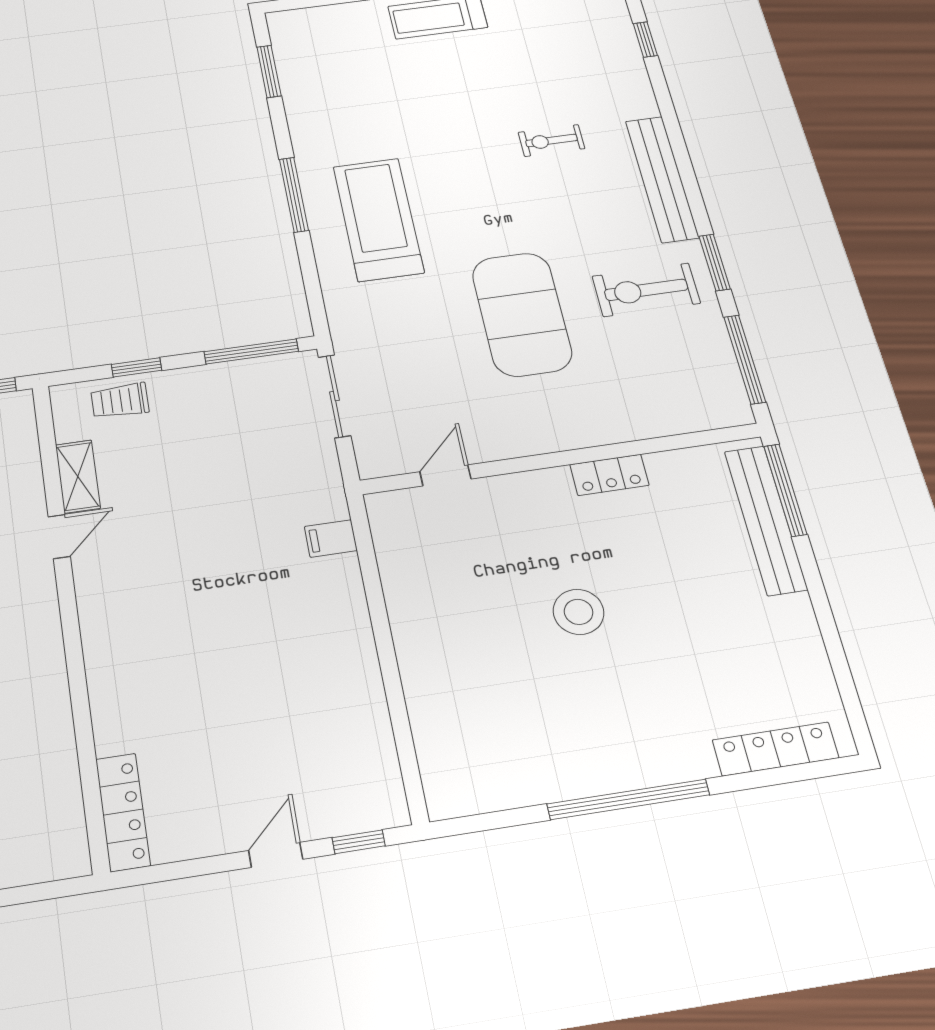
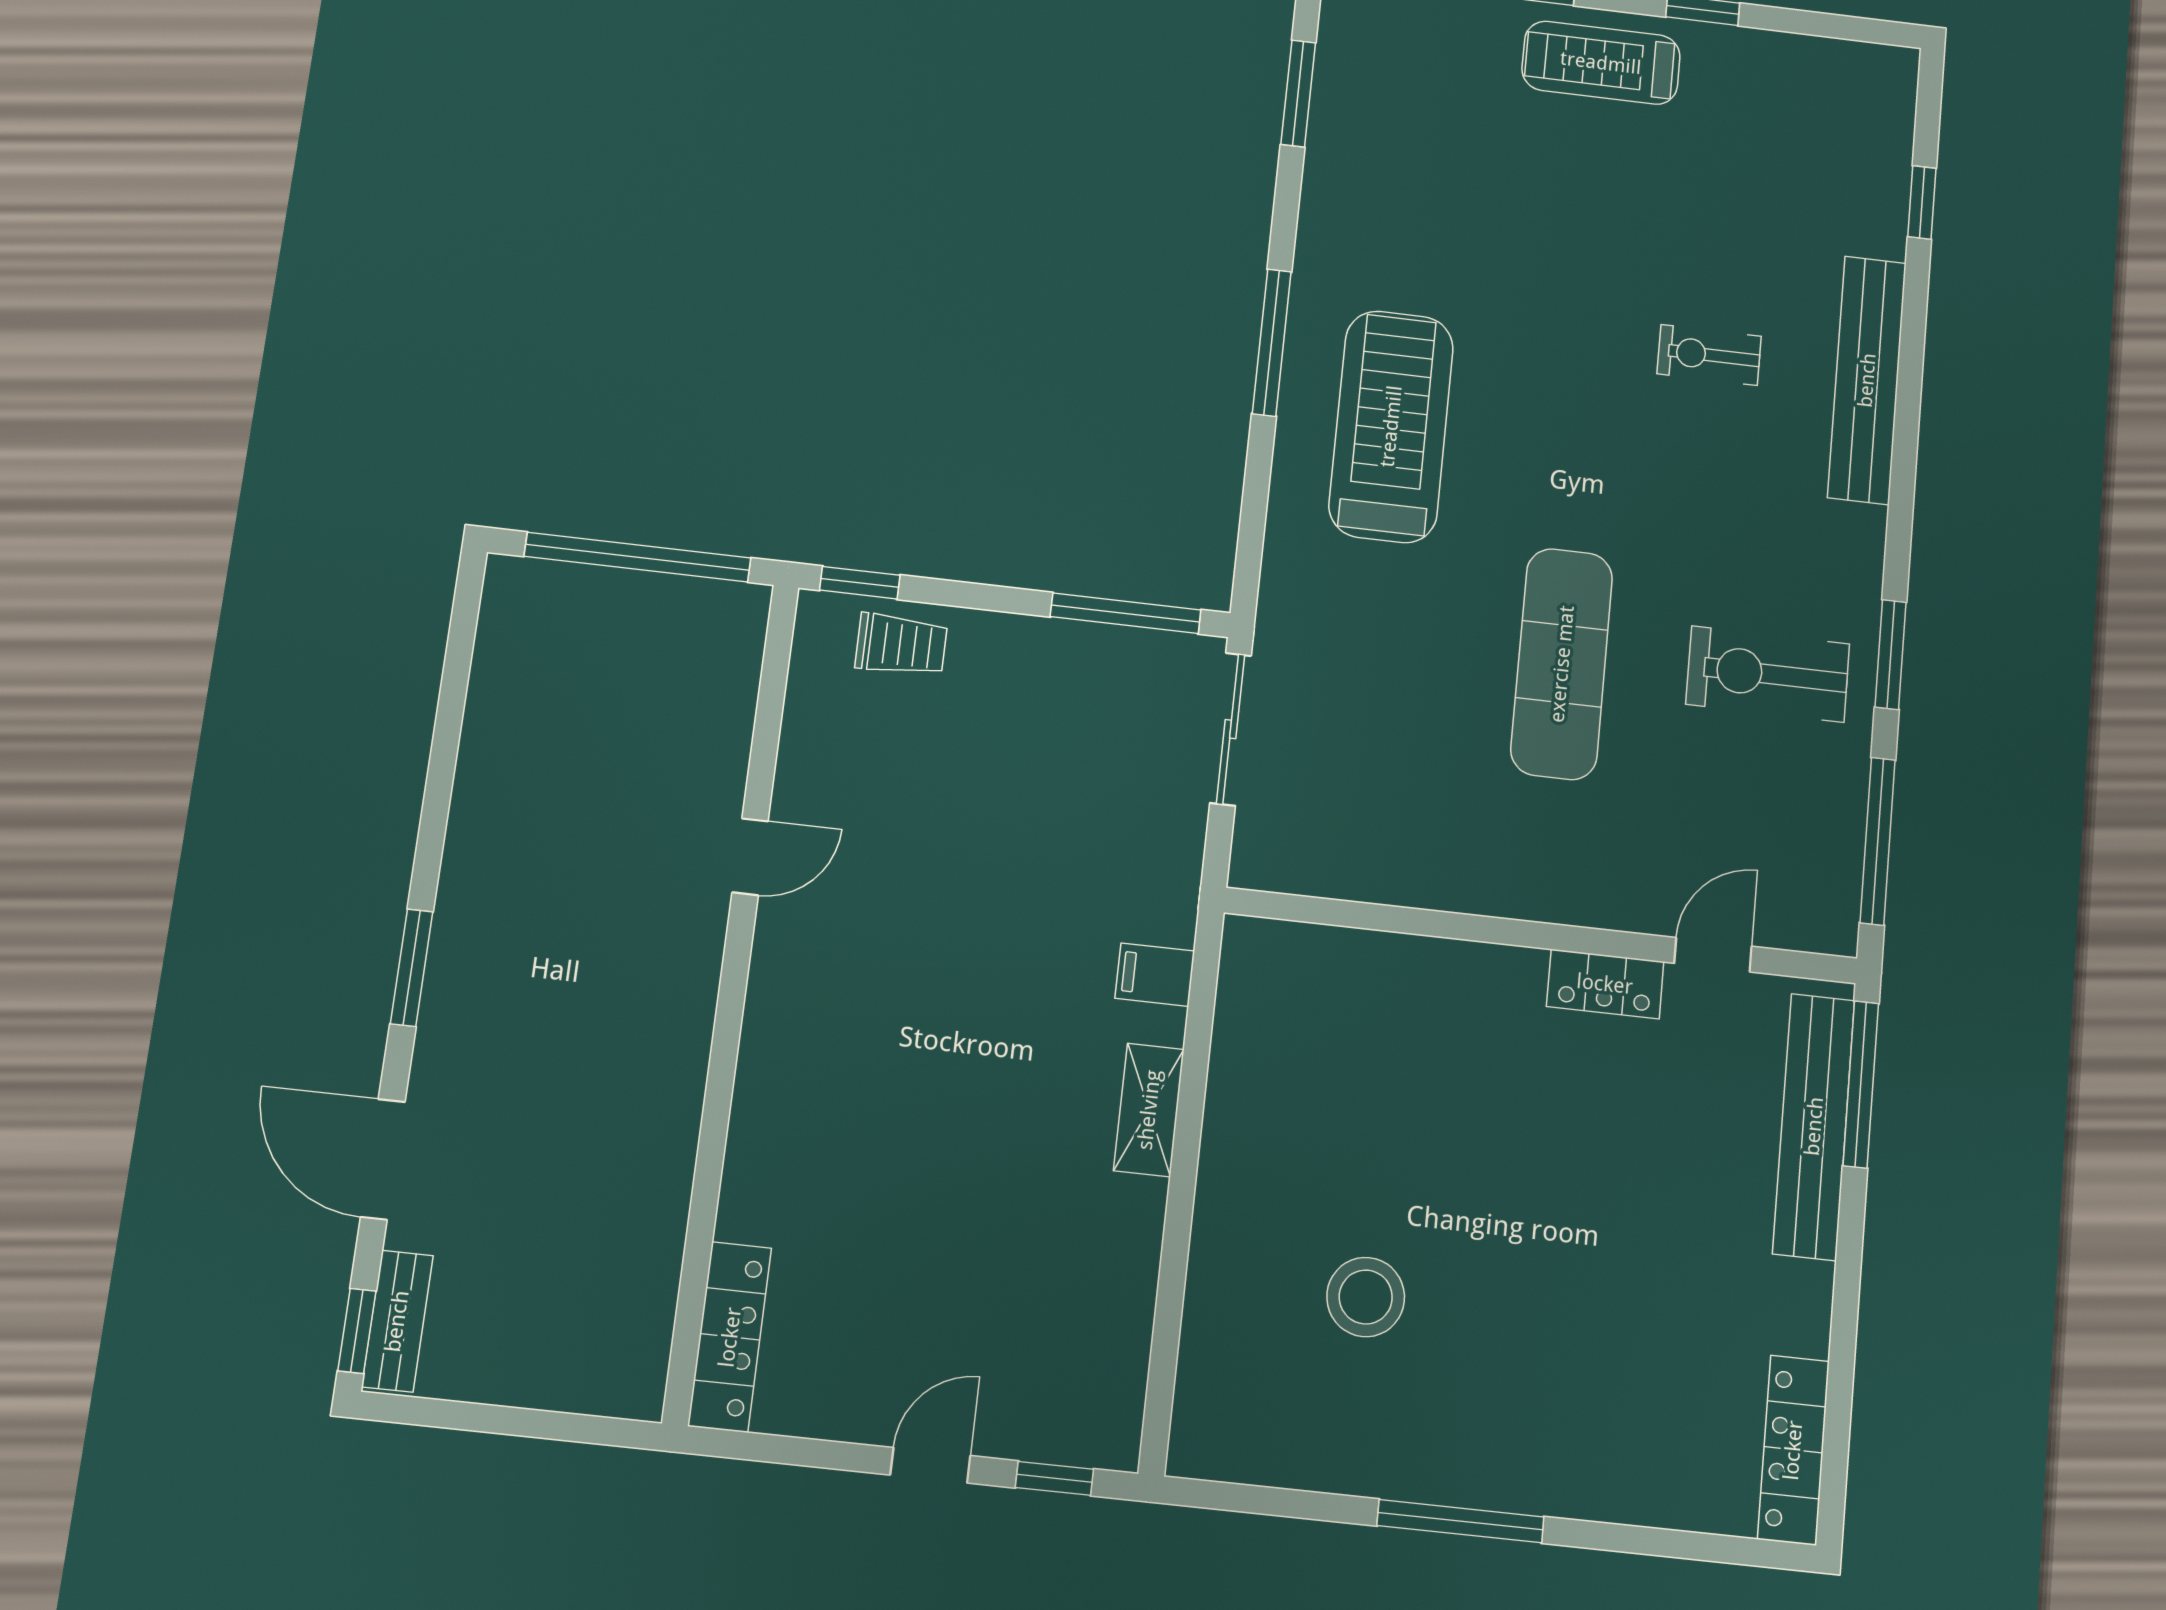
bench: (662, 179) -> (1867, 380), moved
exercise mat: (522, 314) -> (1562, 664), width x0.68
window: (137, 367) -> (860, 583), moved
trolley: (120, 401) -> (901, 645), turned 180
door: (445, 475) -> (1713, 955), moved
shelving: (78, 476) -> (1149, 1110), moved
stool: (578, 612) -> (1366, 1297), moved
locker: (775, 749) -> (1793, 1450), moved, turned -90
window: (628, 799) -> (1460, 1521), width x0.68

